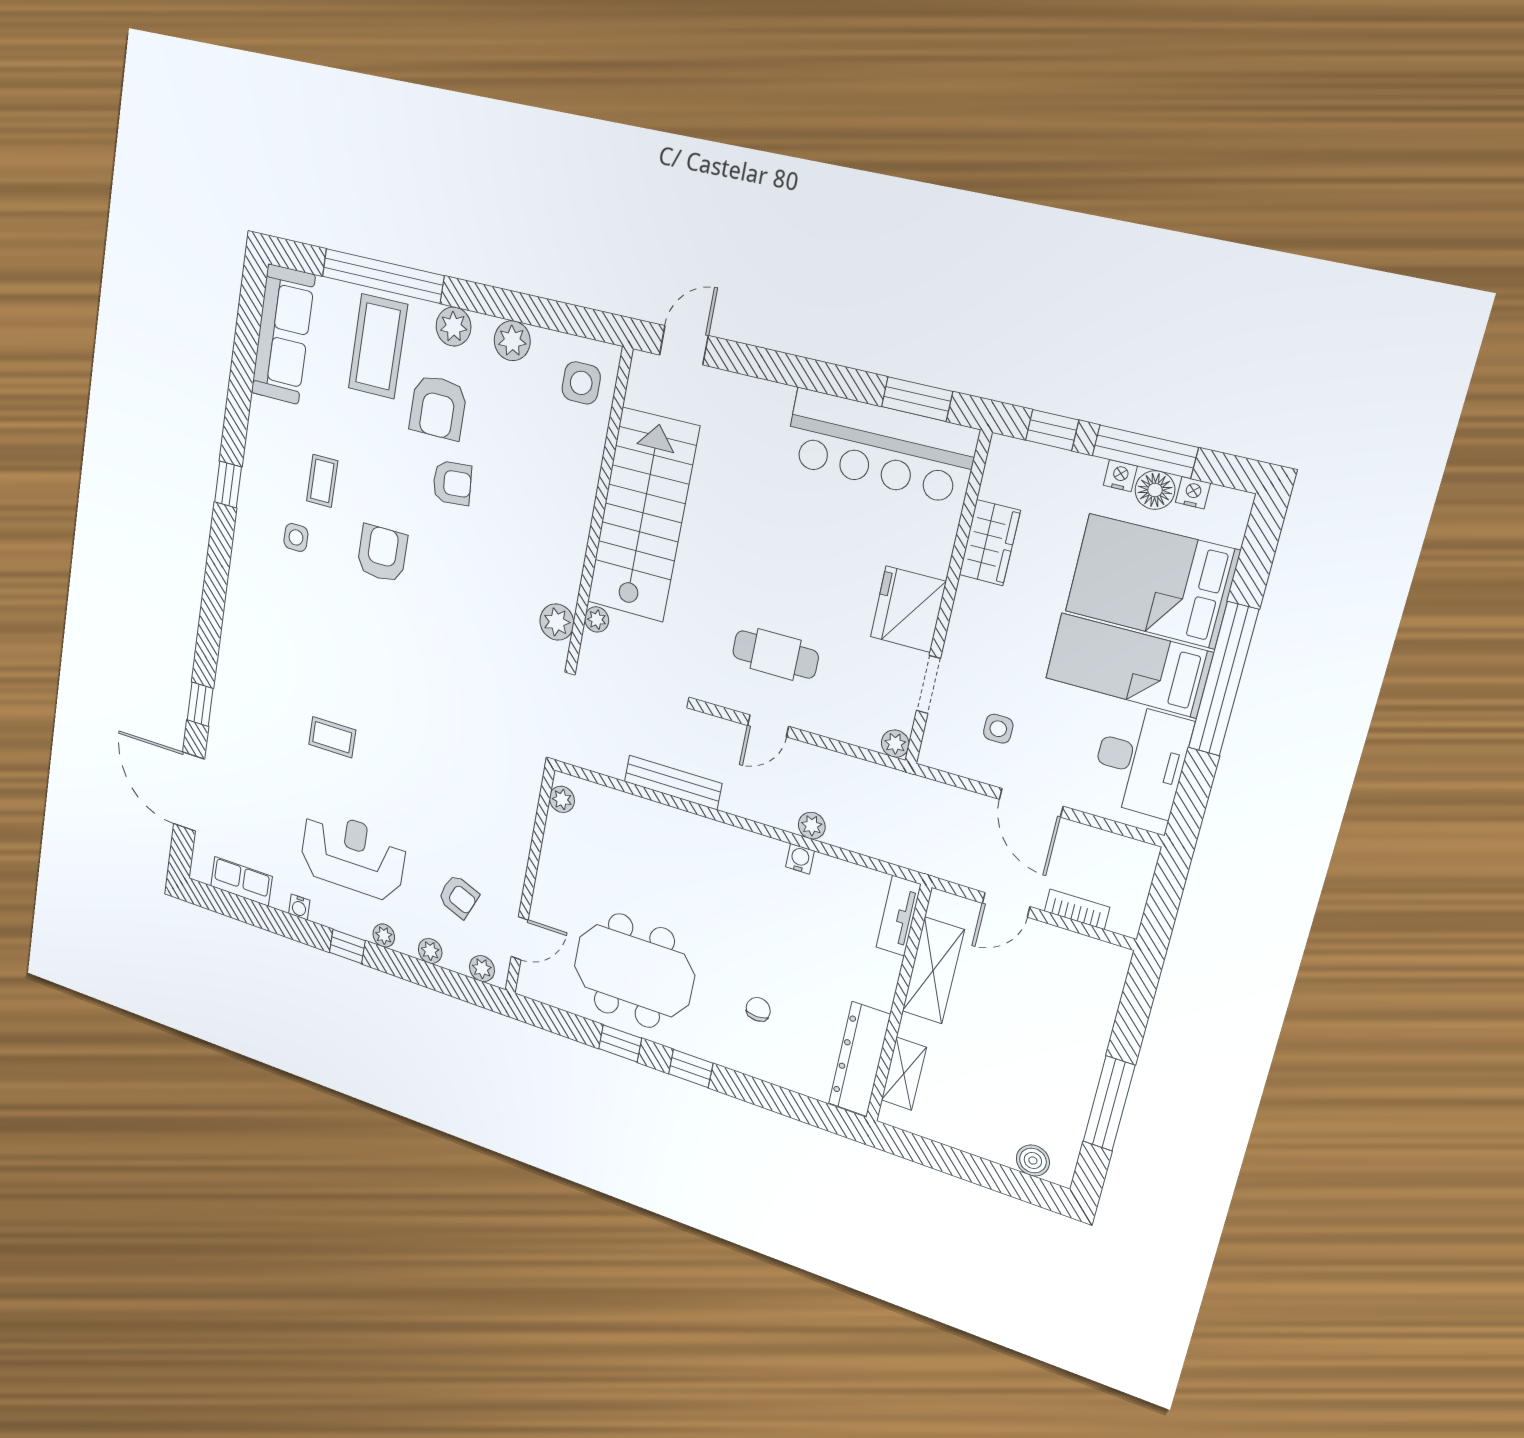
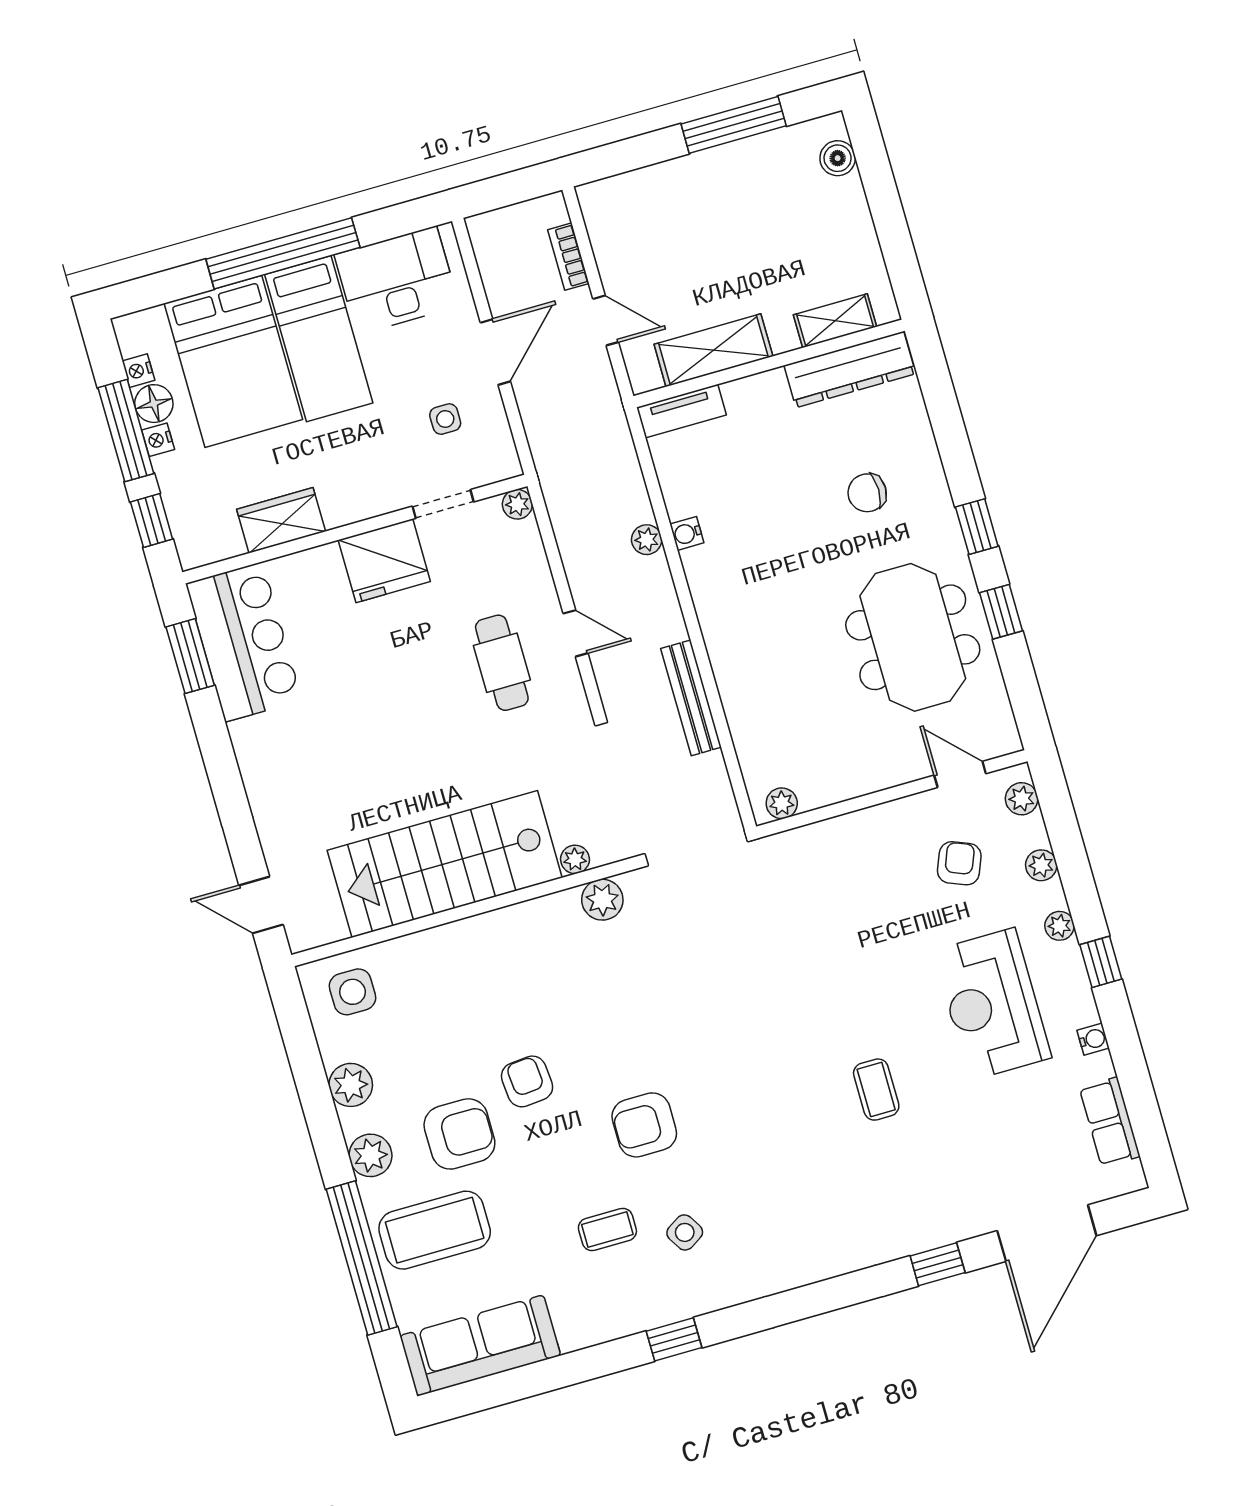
bar counter: (880, 446) -> (244, 642), width x0.73
side table: (296, 537) -> (685, 1232), turned -32
chair: (758, 1009) -> (867, 493), width x1.37, depth x1.37

